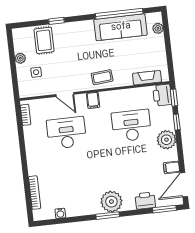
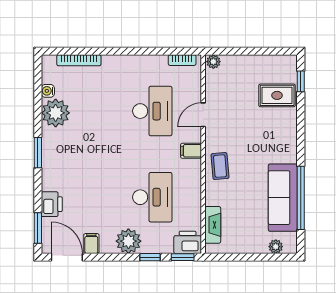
window: (57, 21) -> (301, 81), moved
plant: (20, 58) -> (213, 62), moved
side table: (36, 72) -> (236, 80), removed
plant: (111, 202) -> (56, 113), moved

